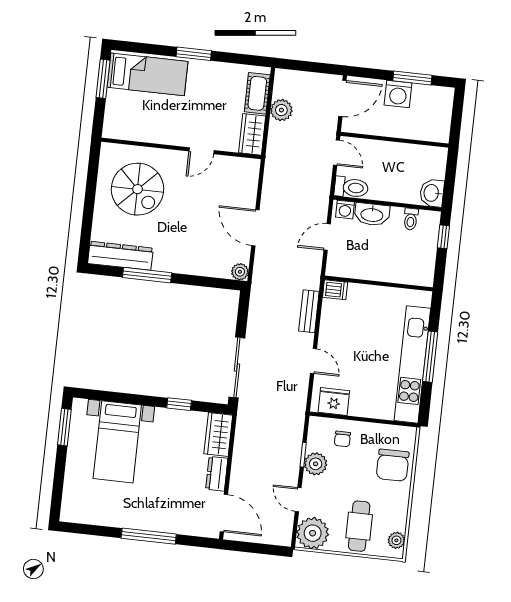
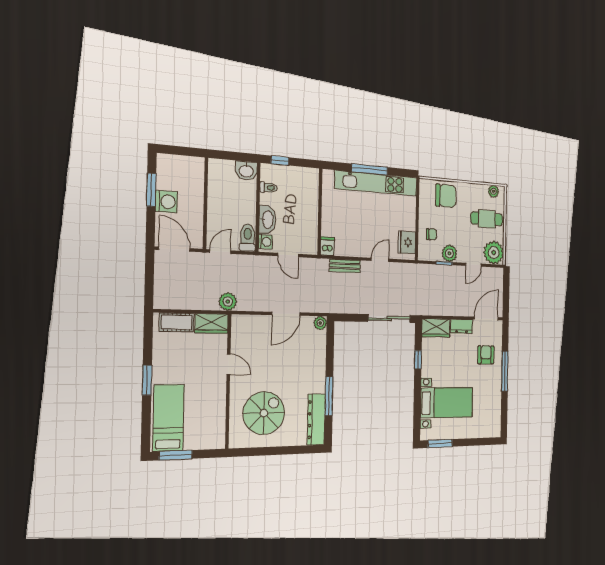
plant: (281, 110) -> (228, 302), moved
armchair: (174, 508) -> (486, 355), added

